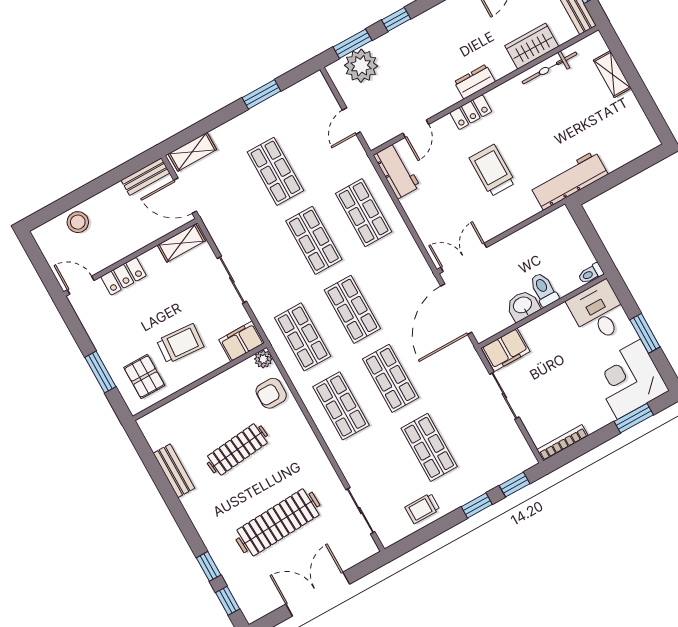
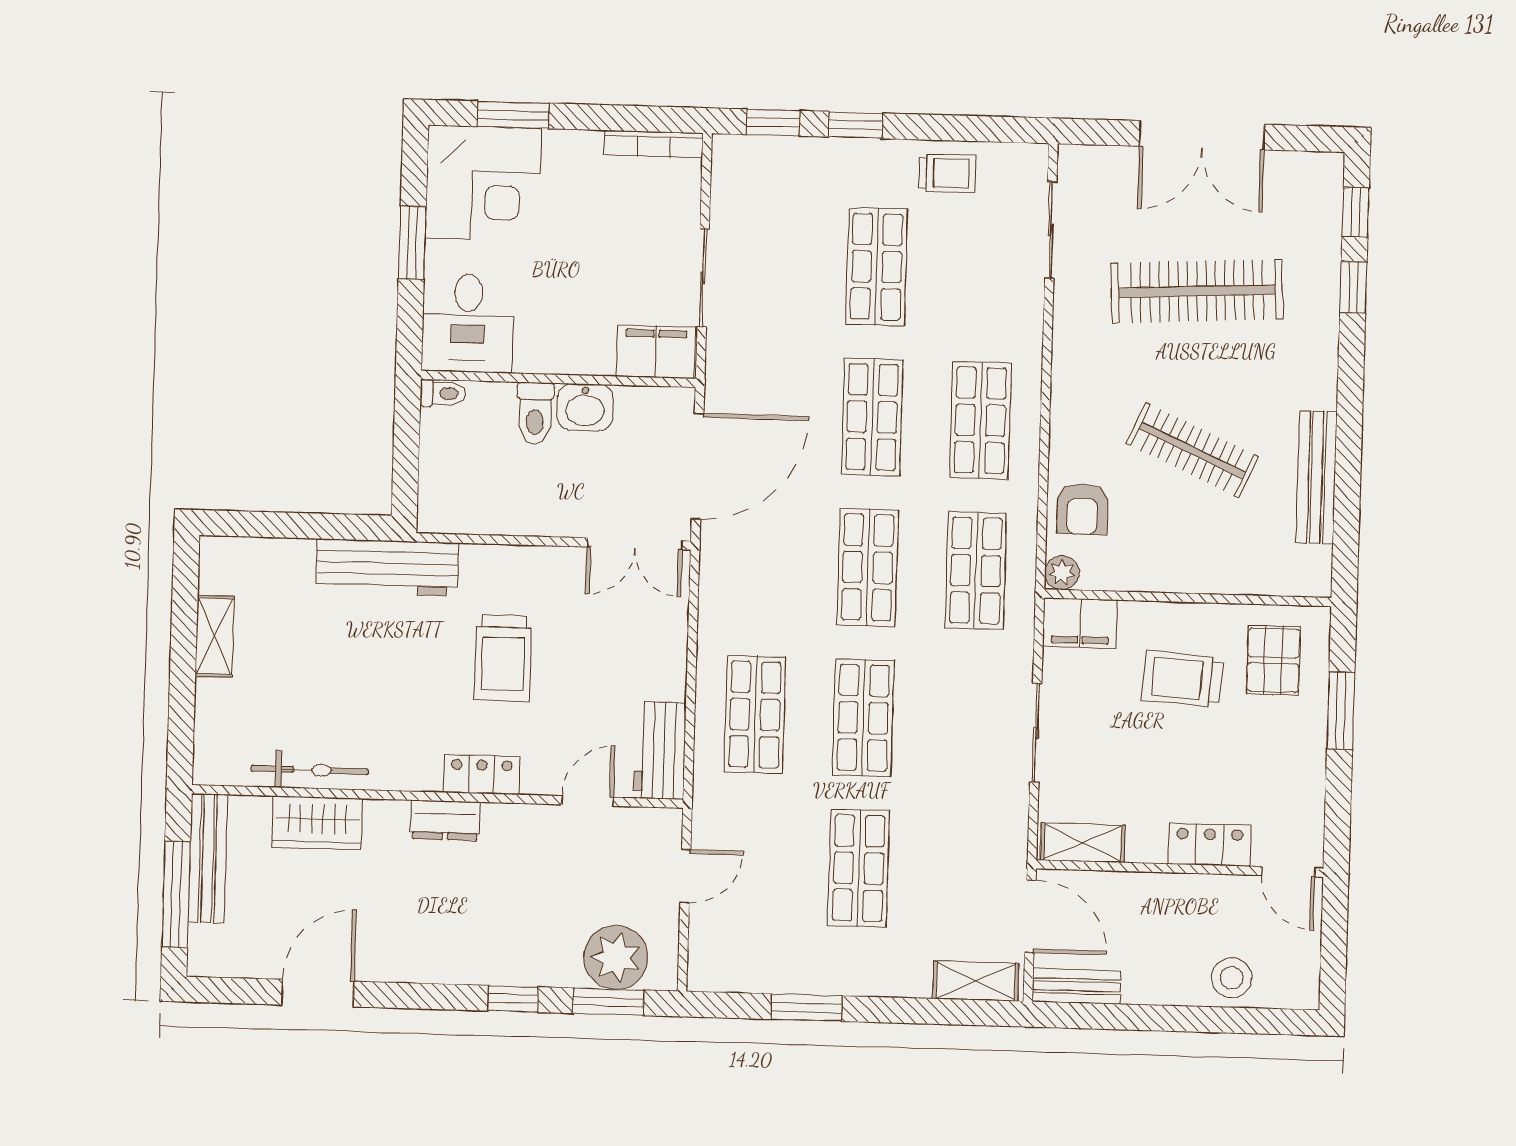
shelving: (612, 74) -> (215, 636), moved
armchair: (271, 393) -> (1082, 509), turned 90
clothes rail: (237, 449) -> (1192, 450), turned 30
bench: (174, 471) -> (1317, 477), width x1.36

